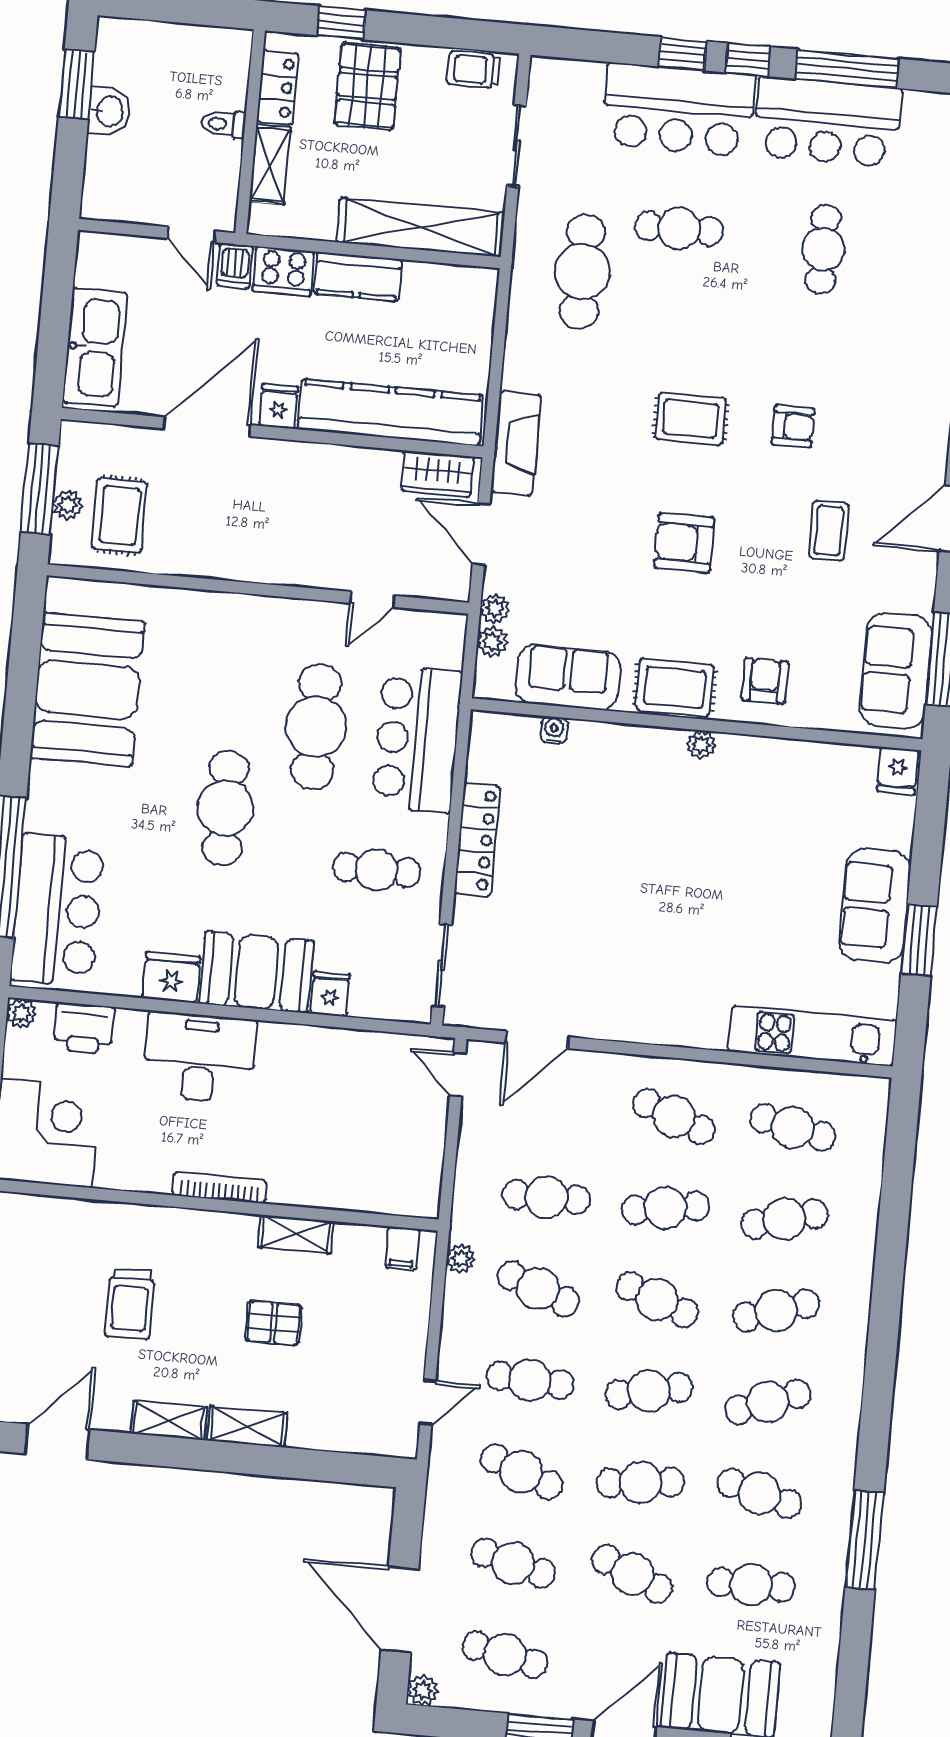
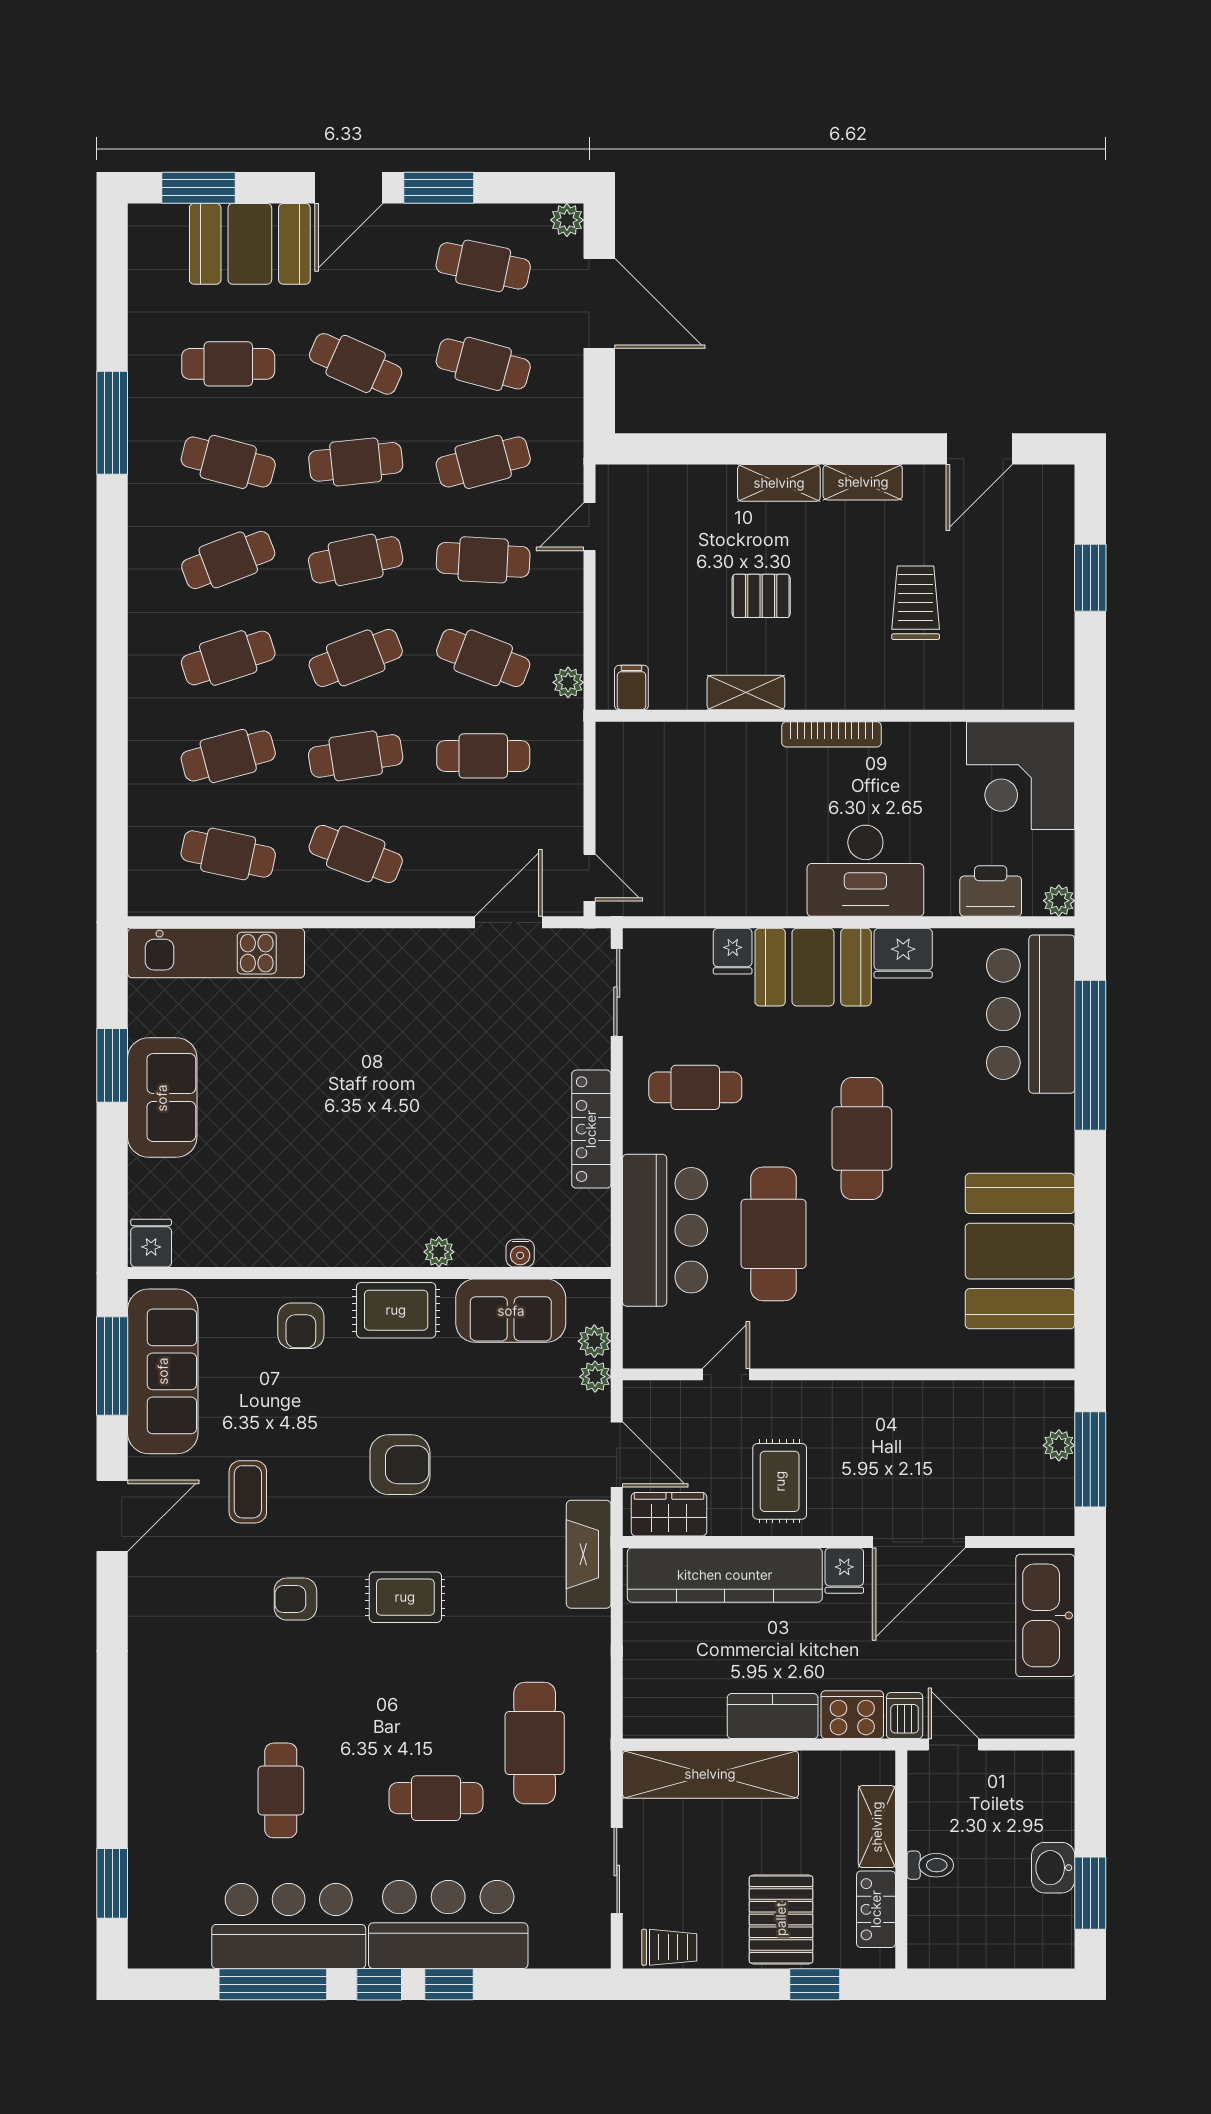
rug: (120, 515) -> (780, 1481), moved
sofa: (896, 670) -> (163, 1371), width x1.36
plant: (701, 745) -> (439, 1252), moved
cafe table: (657, 1300) -> (356, 658), turned -42
cafe table: (521, 1472) -> (483, 462), turned -36

